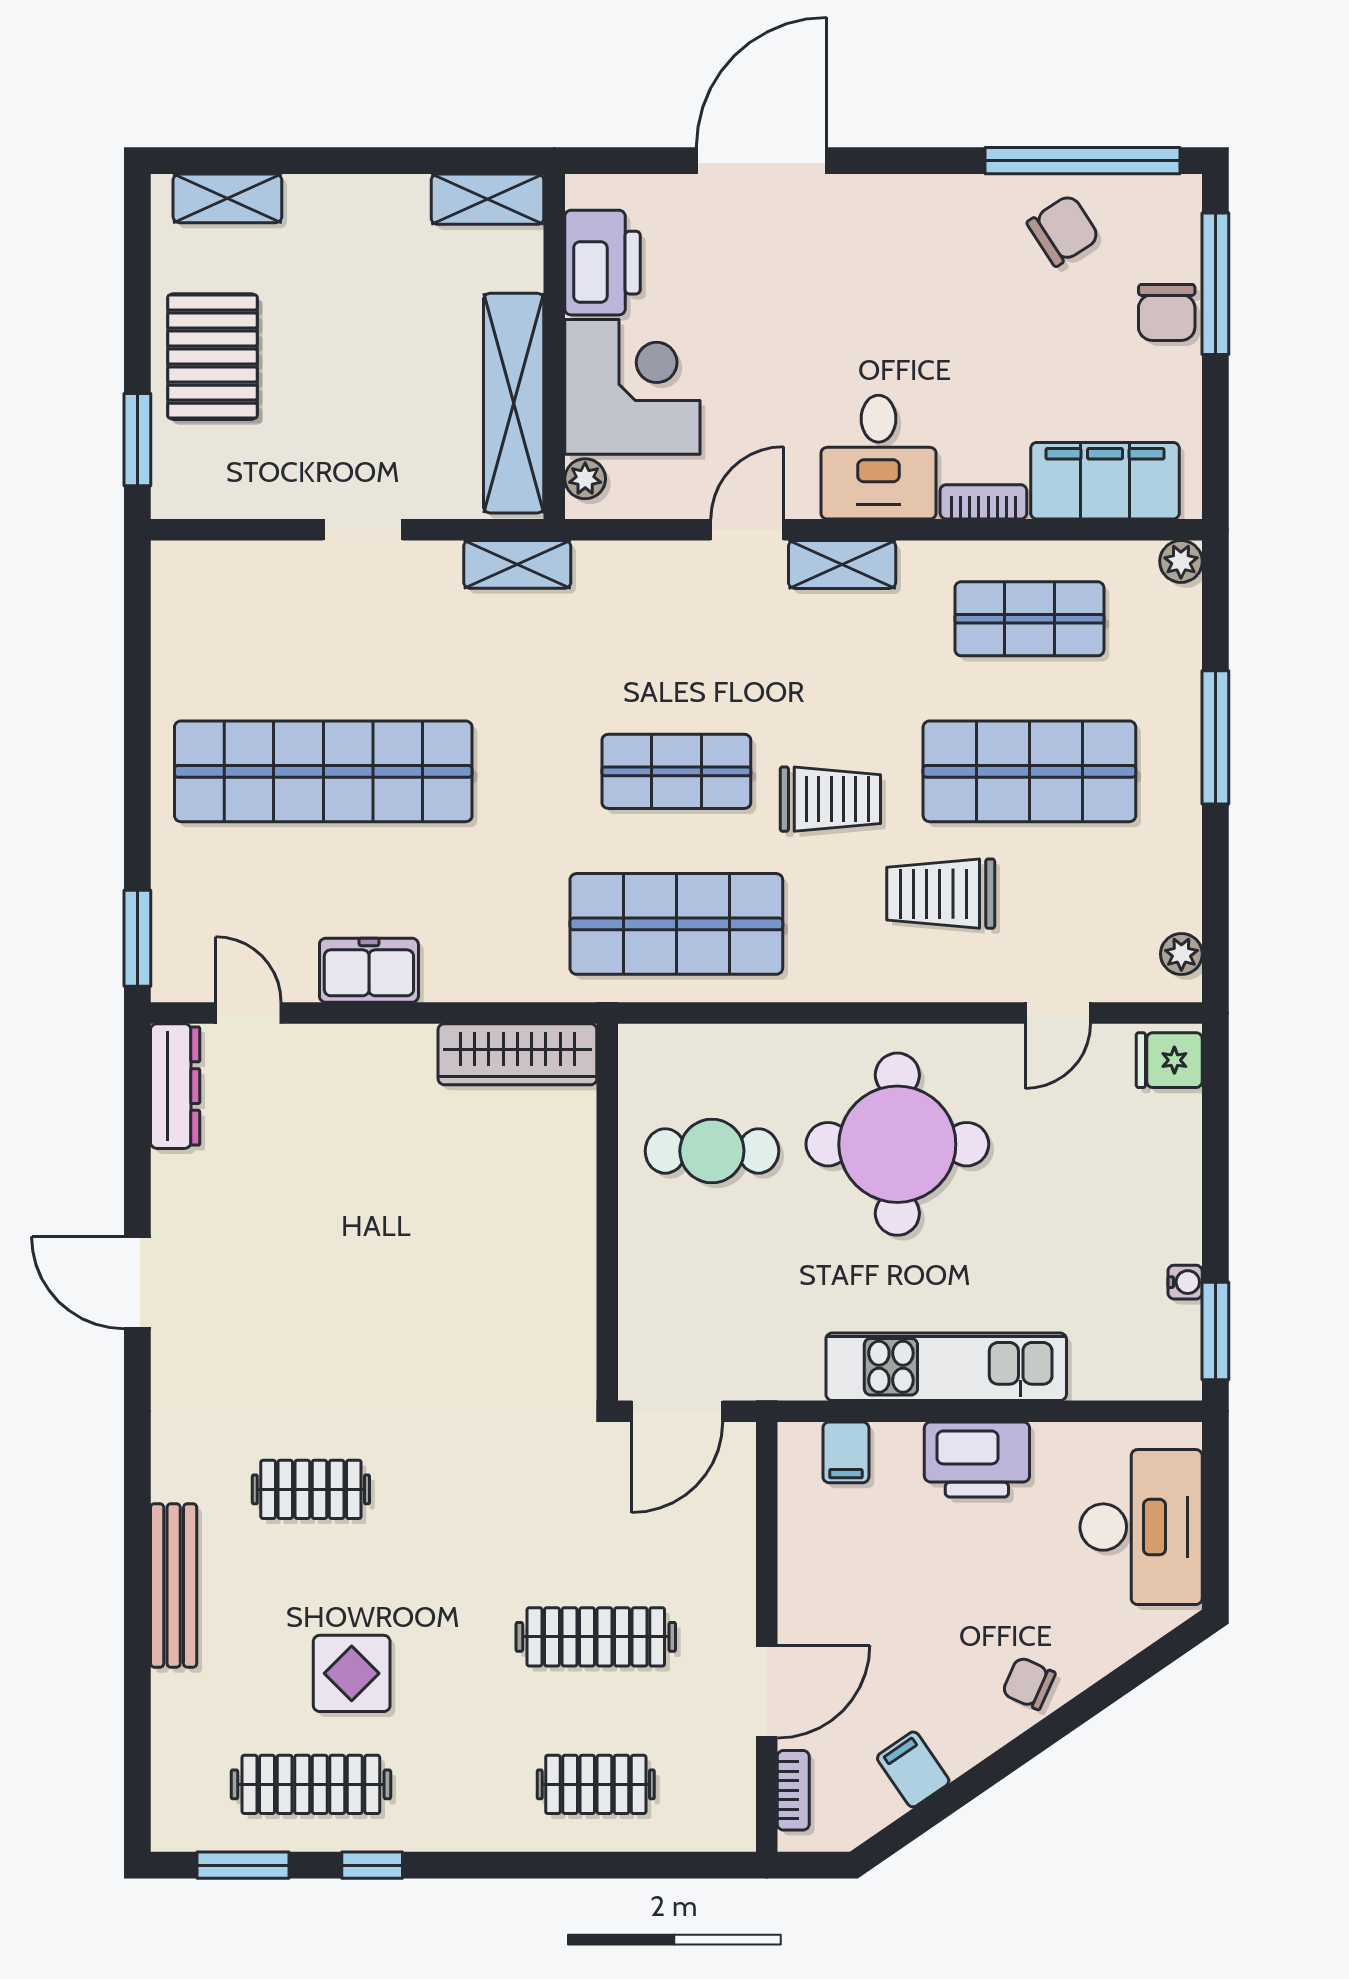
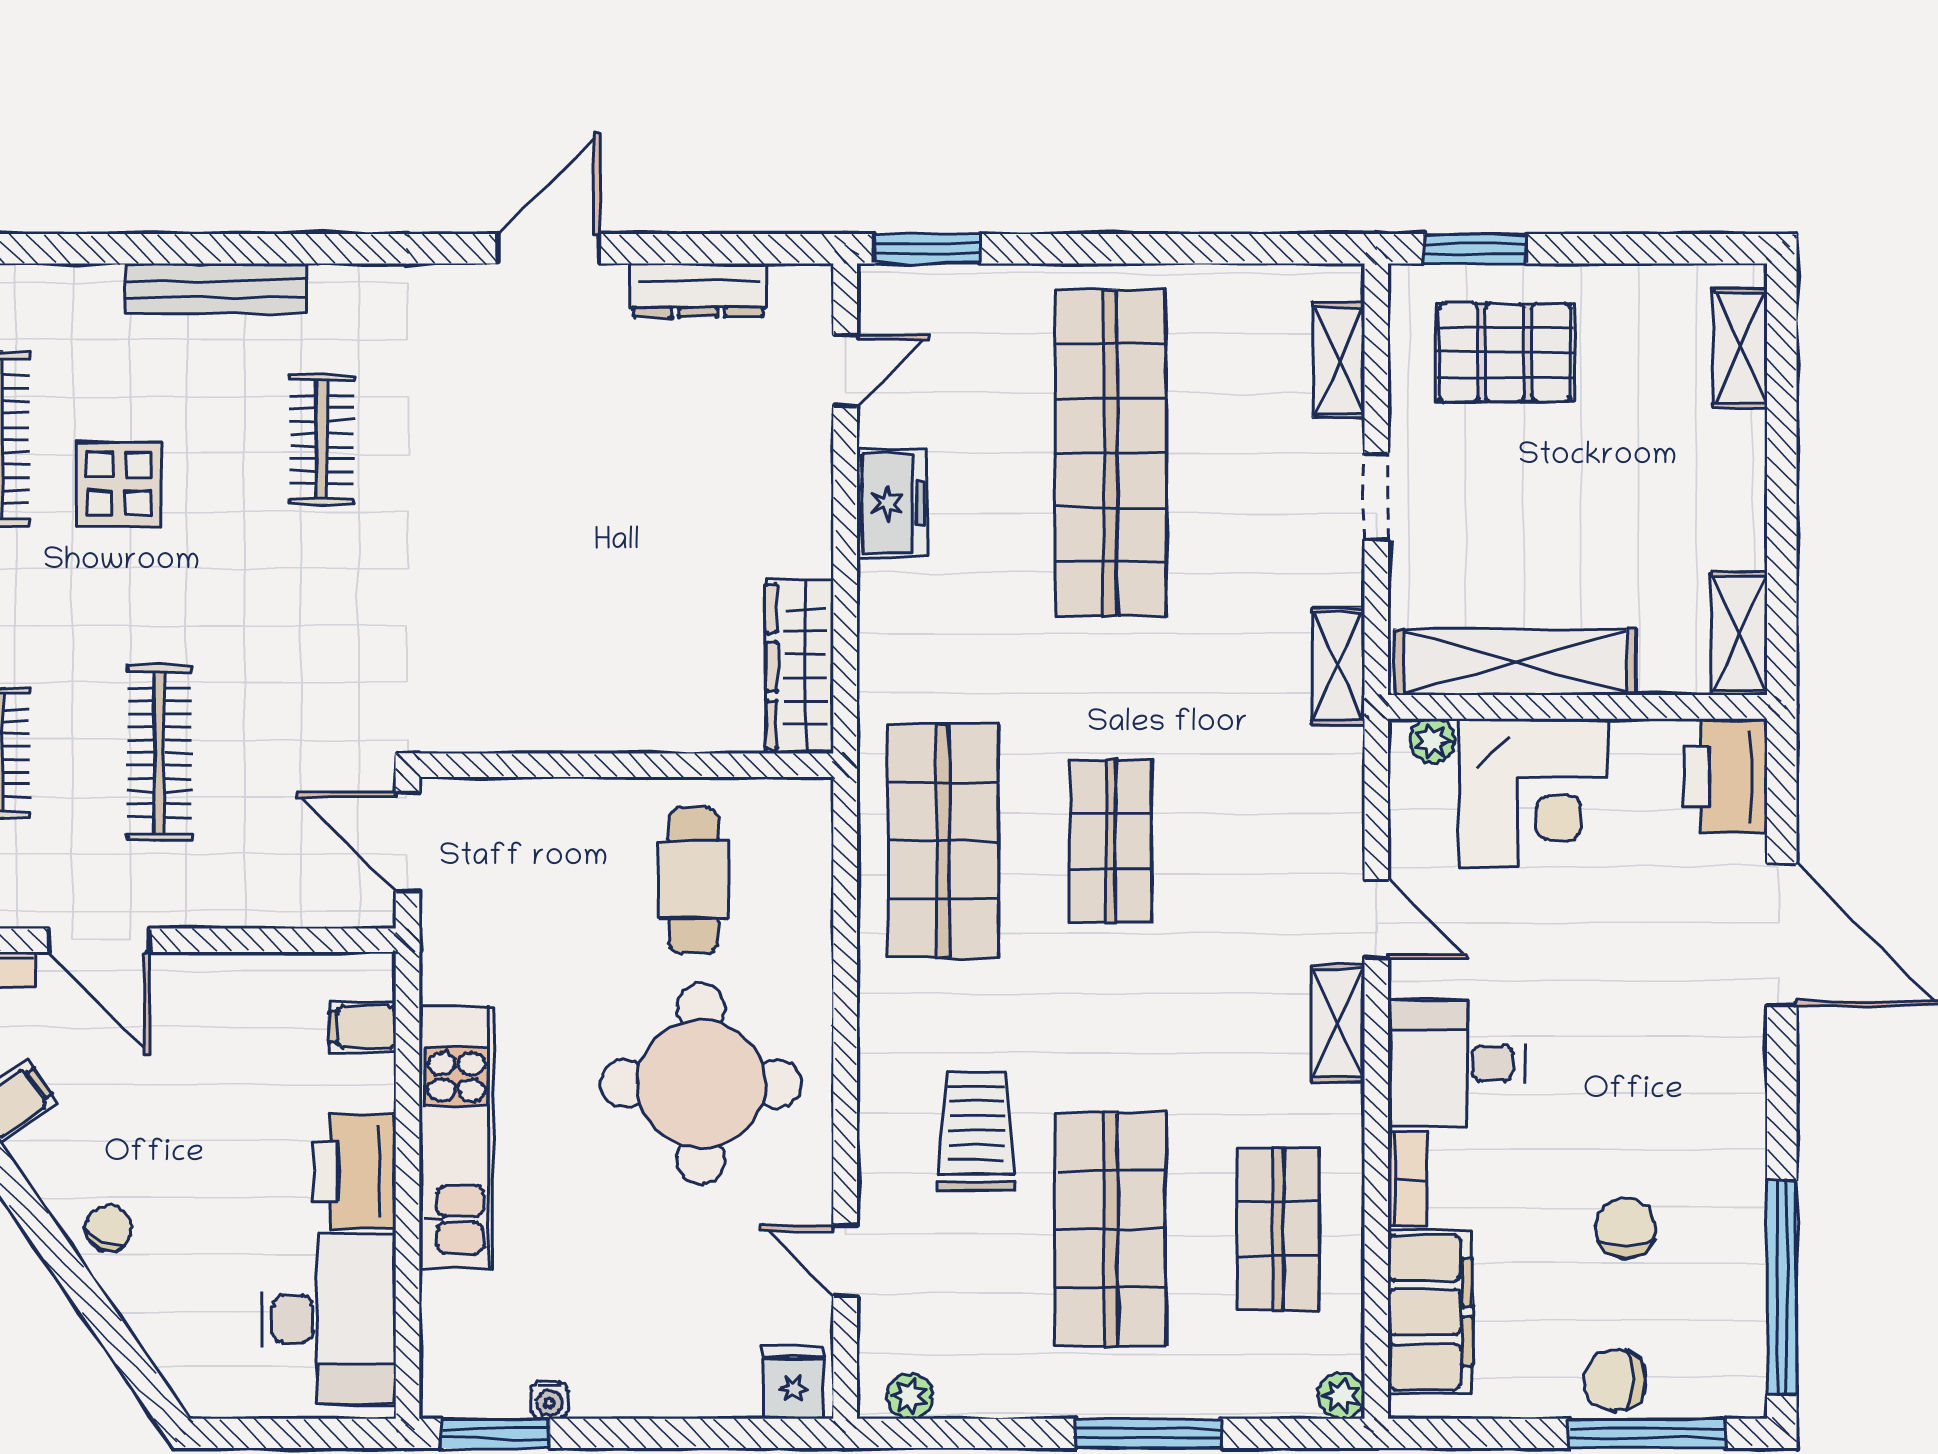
chair: (1063, 230) -> (1625, 1228), moved, turned -147
printer: (603, 263) -> (1726, 776), moved, turned 90
pallet: (212, 357) -> (1505, 353), moved
shelving: (239, 564) -> (1339, 360), added
trolley: (830, 799) -> (1080, 1010), removed
dresser: (175, 1086) -> (698, 290), moved
desk: (1141, 1527) -> (329, 1319), moved, turned -90

